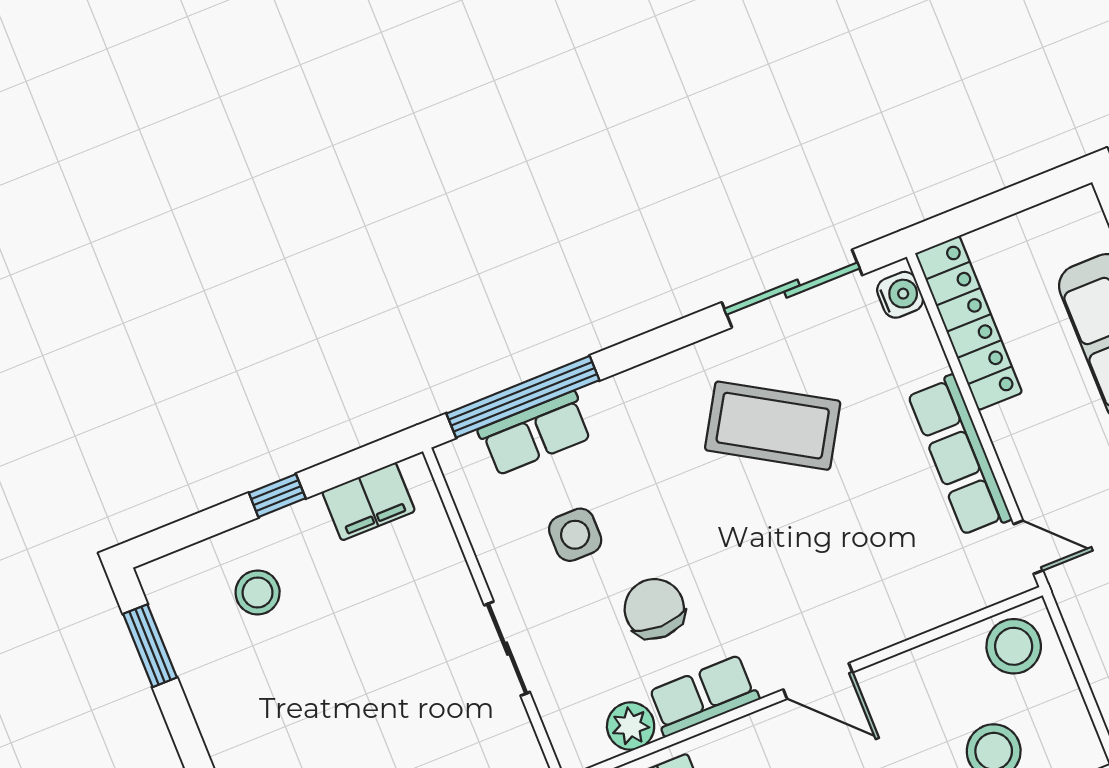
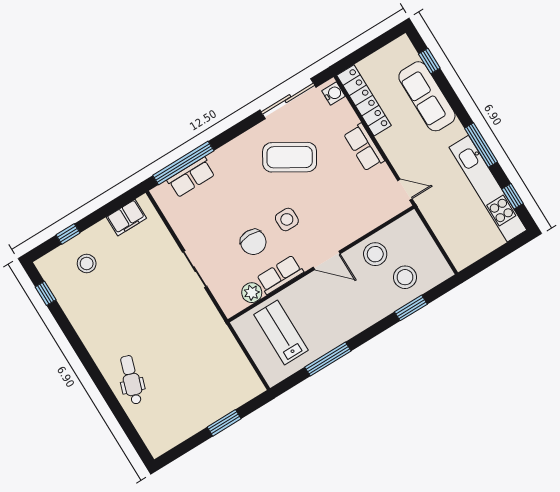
row of seats: (959, 456) -> (364, 147), width x0.68
window: (277, 496) -> (68, 234), moved
side table: (575, 535) -> (287, 219), moved
chair: (654, 609) -> (253, 242), turned 180
window: (150, 646) -> (46, 293), width x0.67
stool: (1014, 646) -> (375, 254), moved

